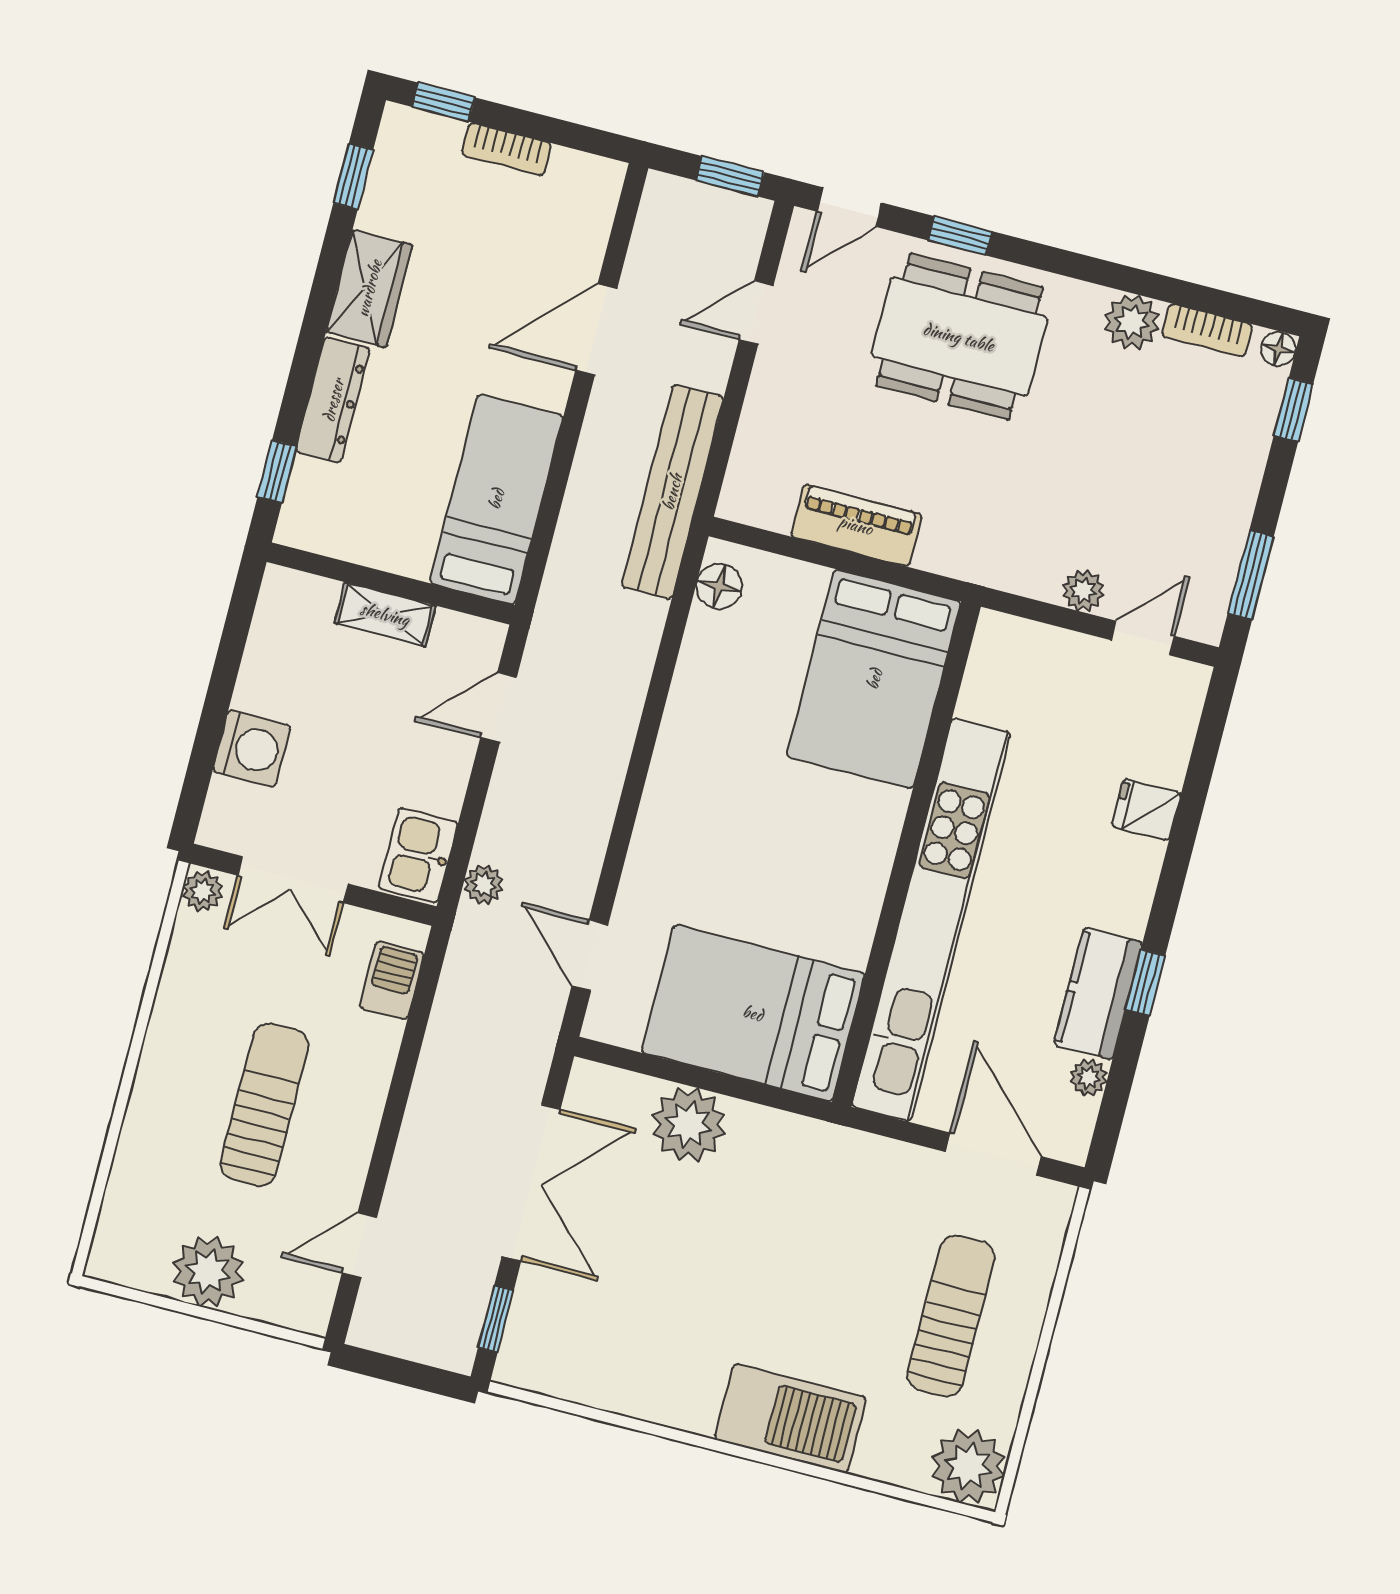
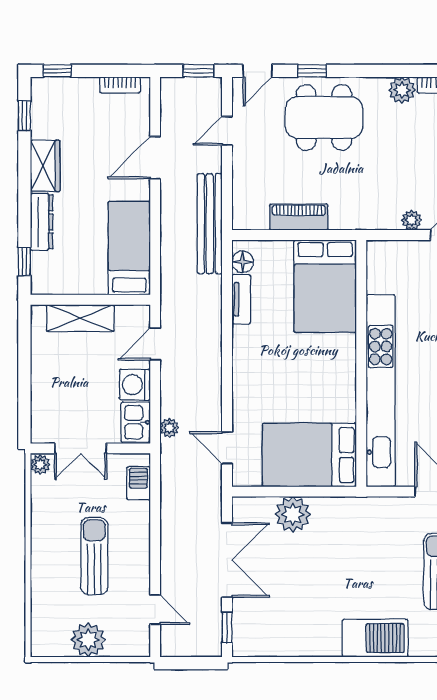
bookcase: (507, 149) -> (120, 85), moved
shelving: (385, 614) -> (80, 318), width x1.50, depth x1.33
tv unit: (697, 661) -> (241, 299), added
washing machine: (252, 749) -> (135, 385), moved, turned 180
door: (359, 1245) -> (155, 610), swing flipped

